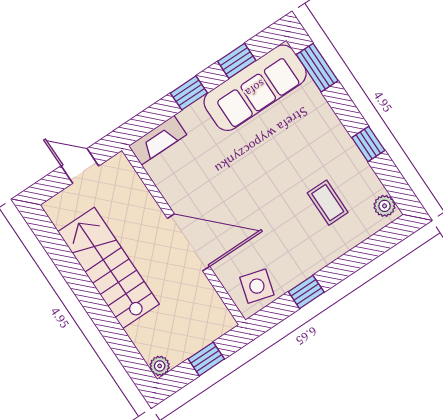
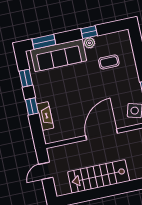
sofa: (255, 88) -> (59, 55), moved, turned 90
fireplace: (158, 140) -> (45, 116), moved
plant: (385, 206) -> (89, 43), moved

